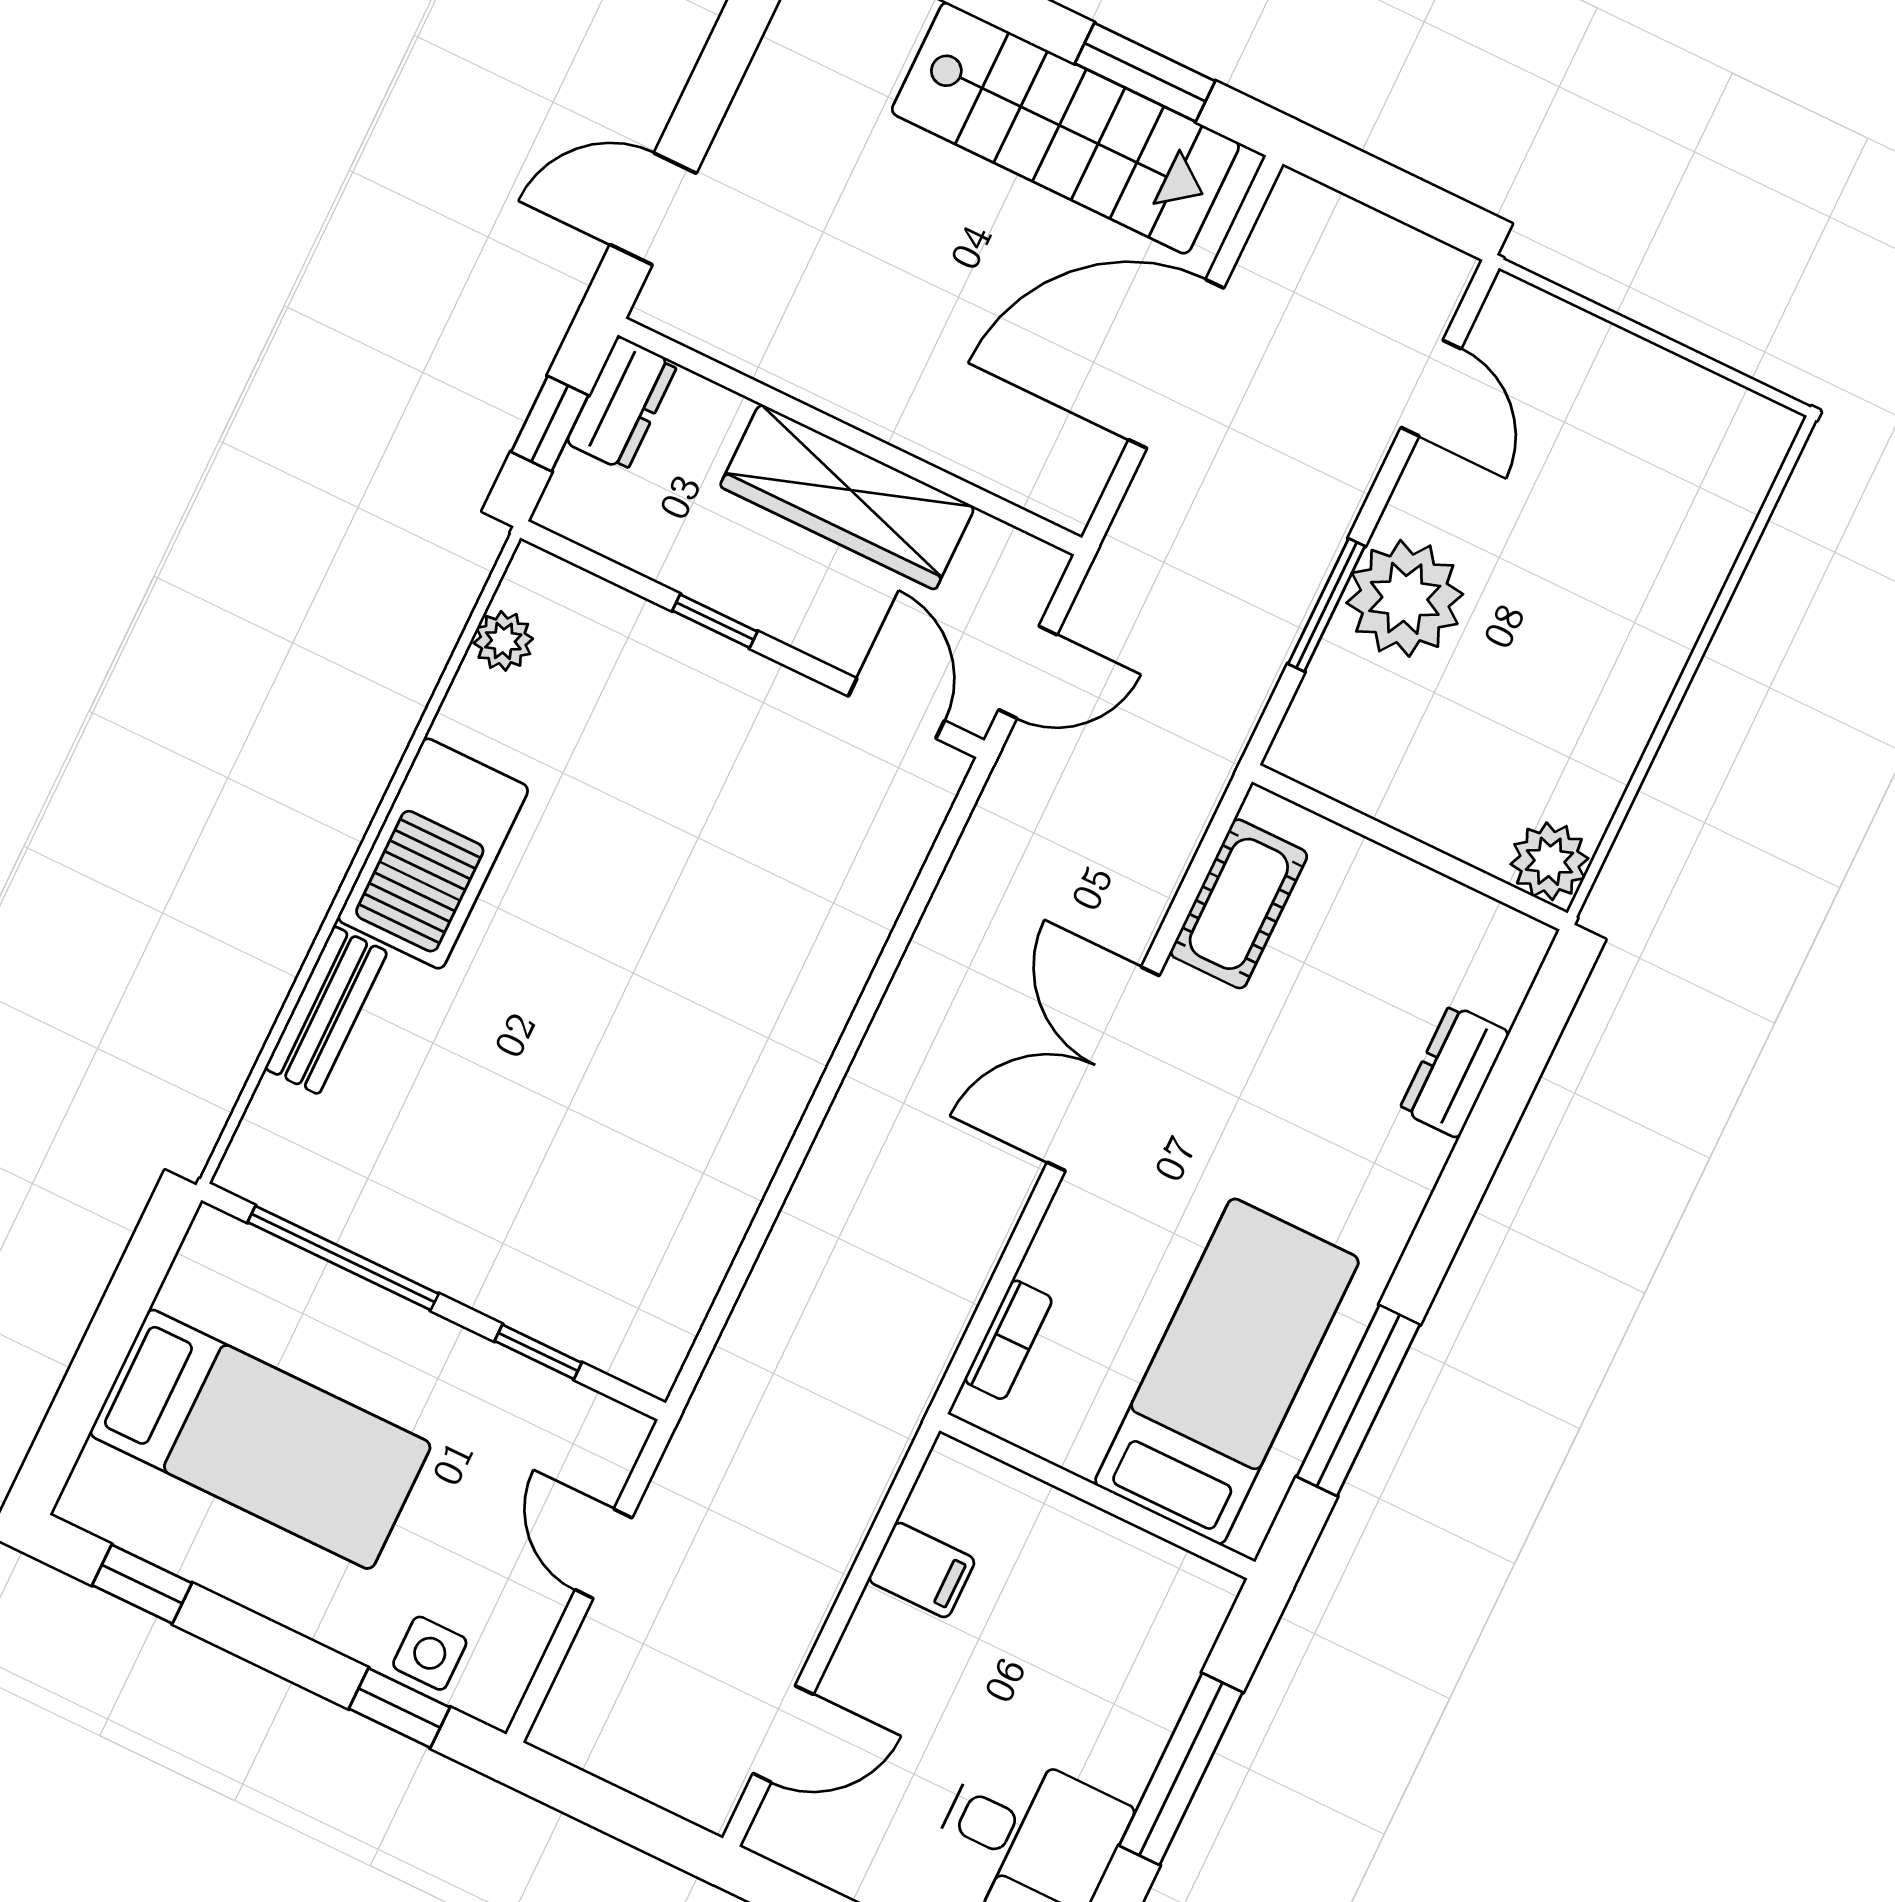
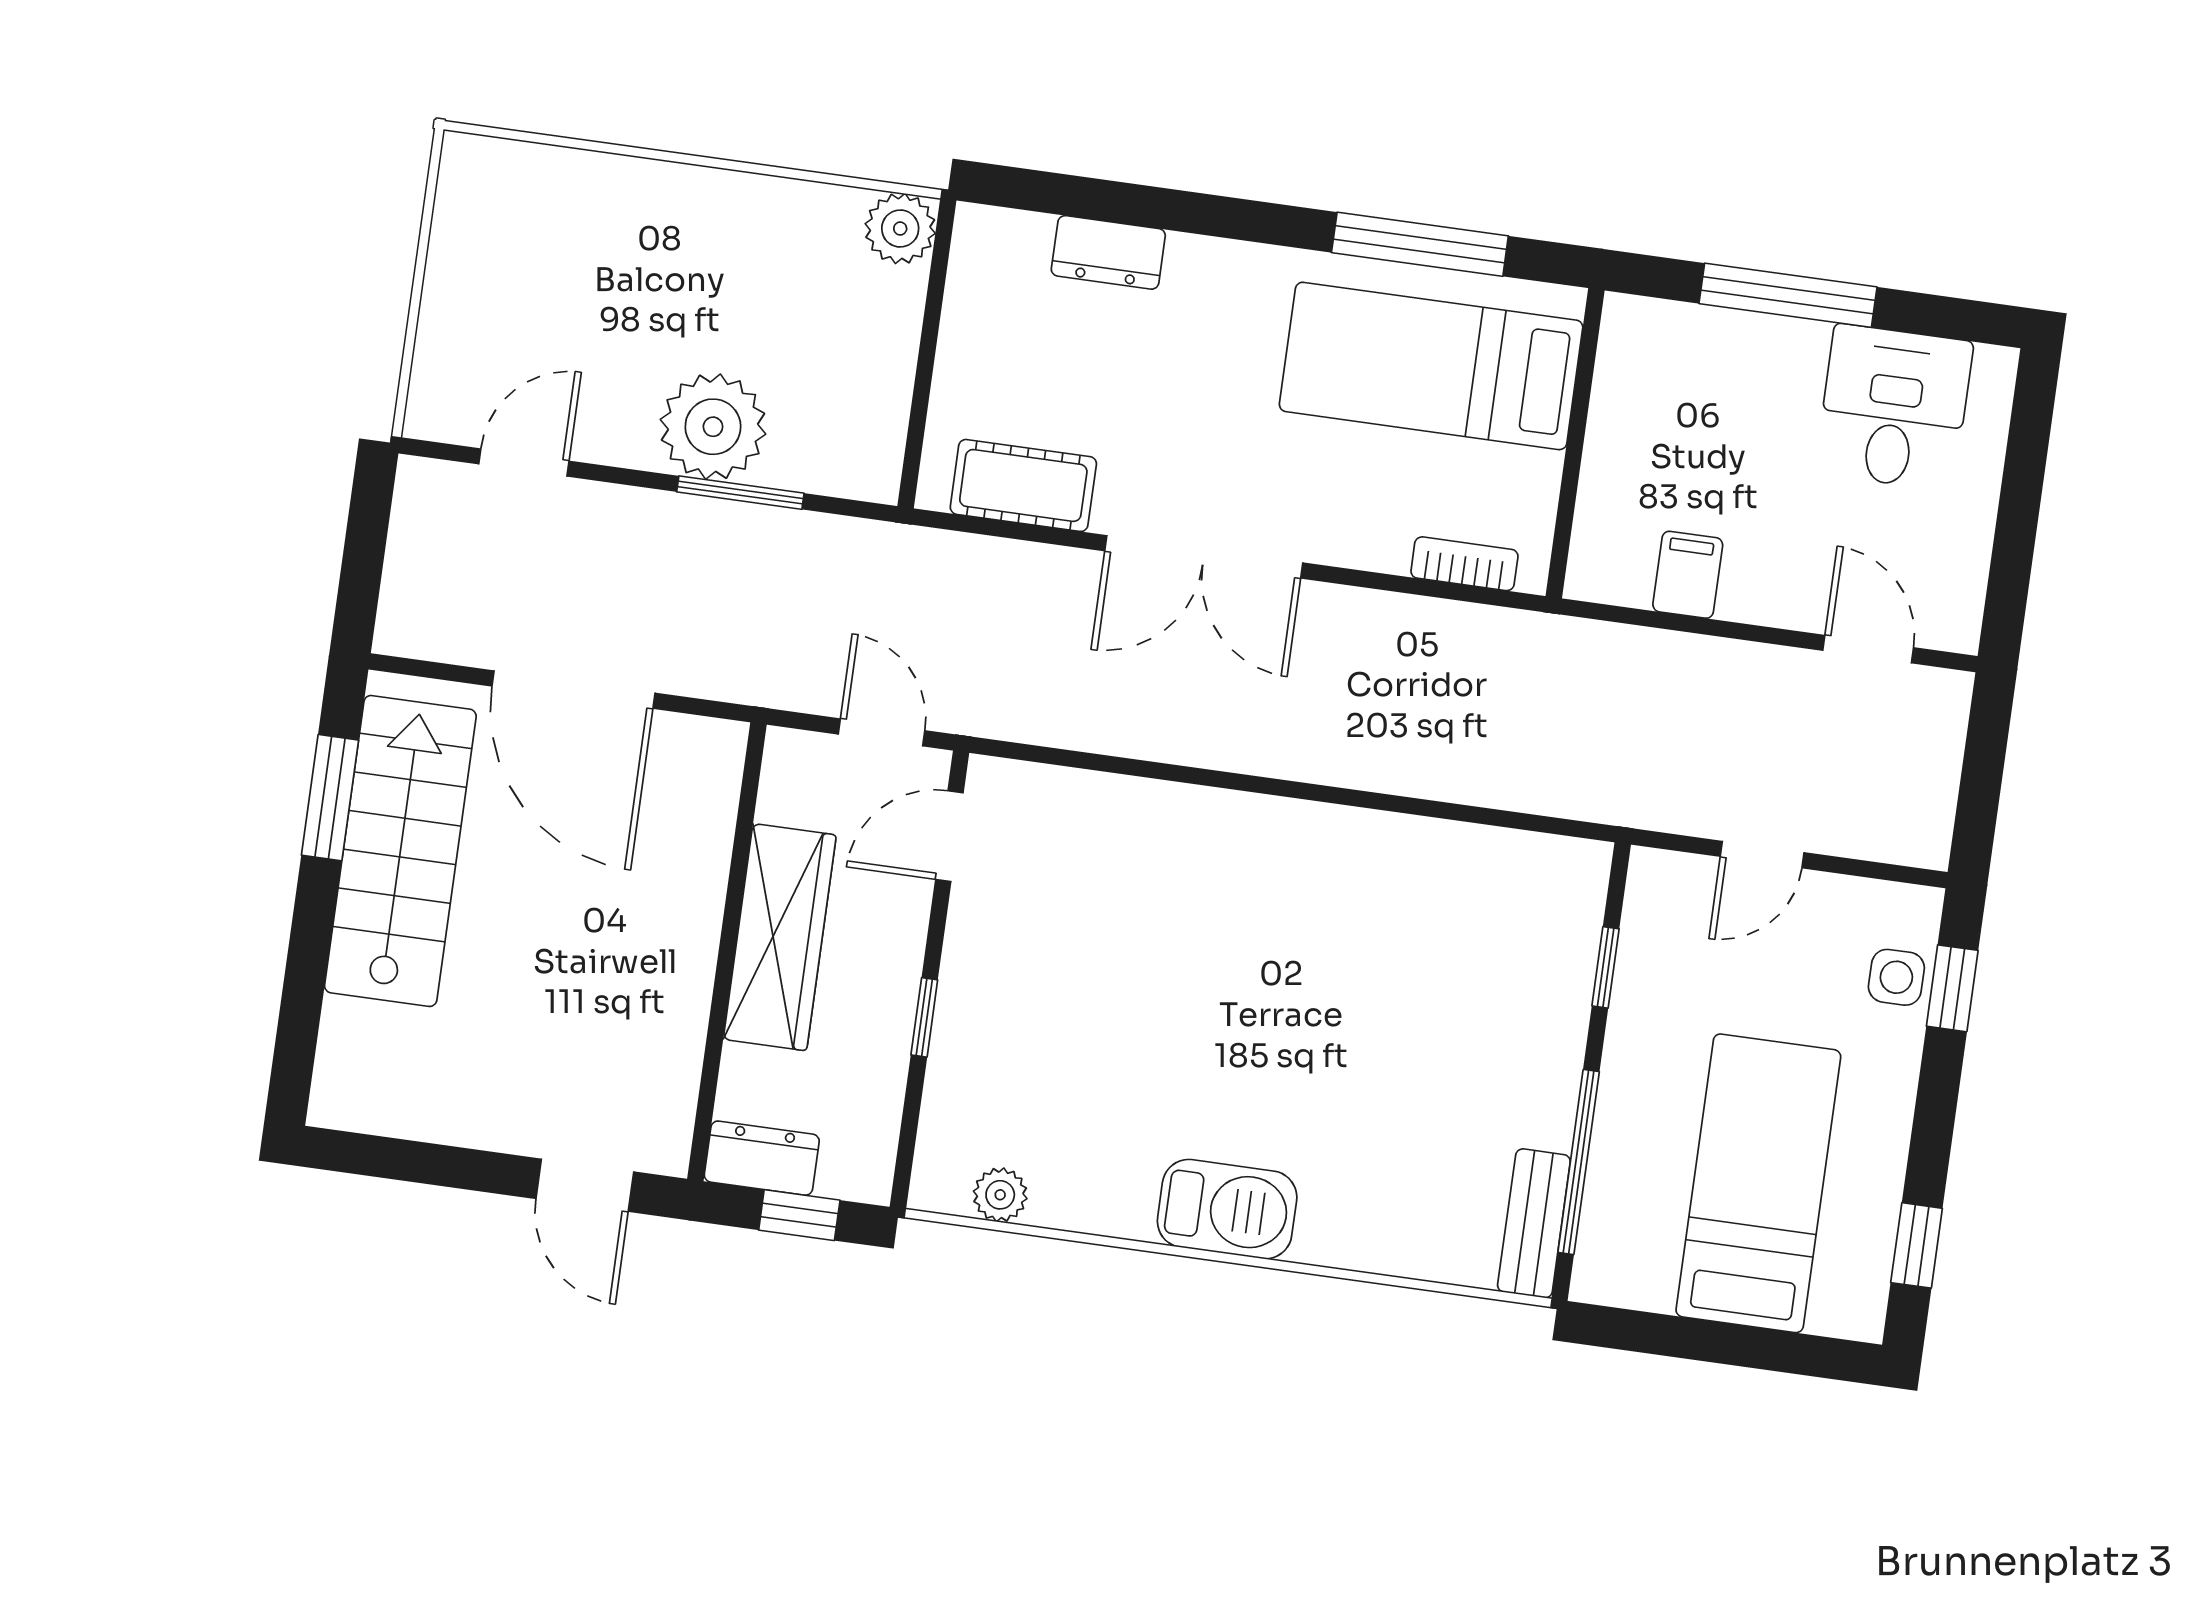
barbecue: (433, 854) -> (1227, 1209), width x0.73, depth x0.83
bench: (326, 1010) -> (1534, 1223), moved, turned 90

